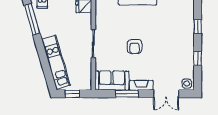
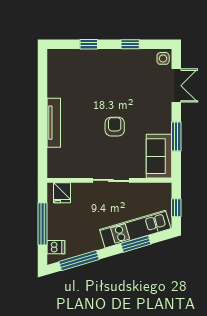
armchair: (135, 47) -> (115, 127), turned -90
window: (45, 63) -> (136, 244), added
fireplace: (141, 85) -> (165, 118), removed

